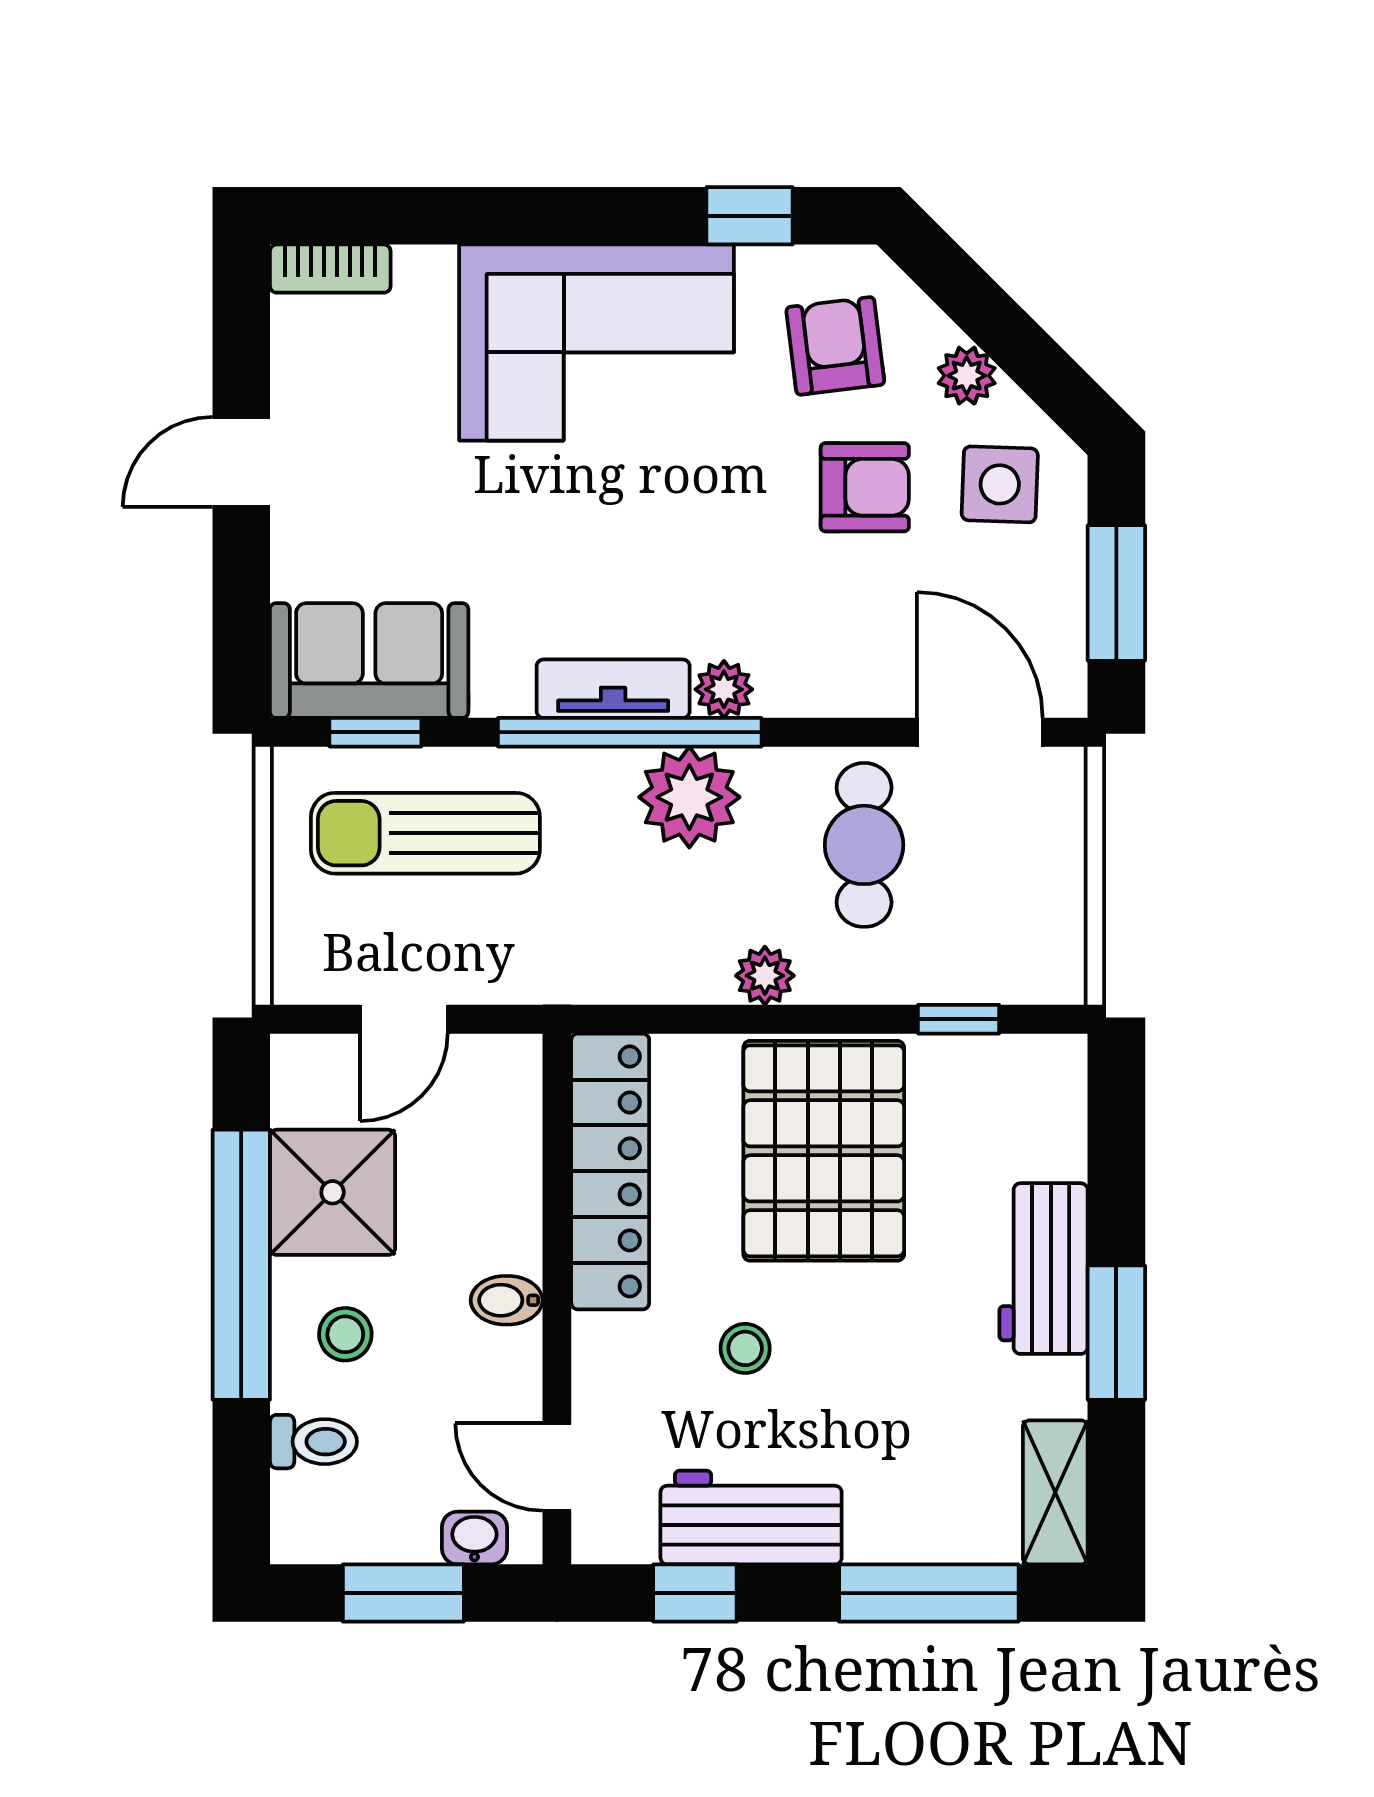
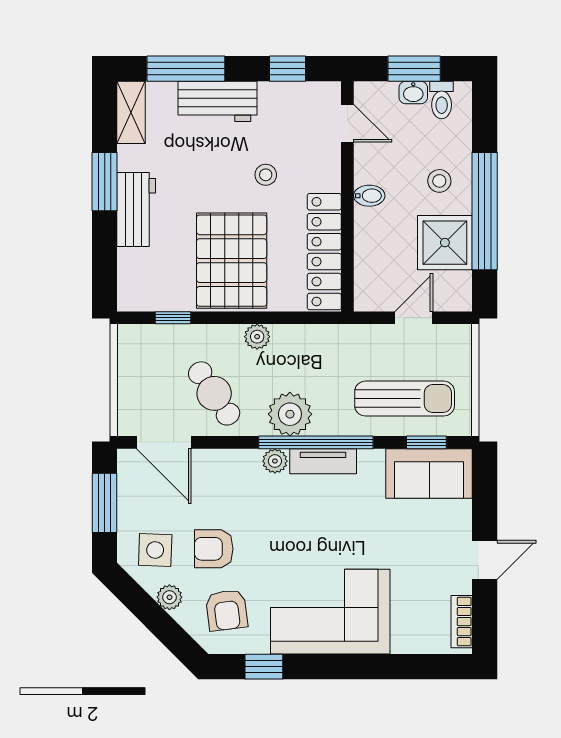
bookcase: (330, 269) -> (462, 622), moved, turned -90
cafe table: (864, 845) -> (214, 393), turned -34
toilet: (313, 1442) -> (442, 100), moved, turned -90
workbench: (751, 1518) -> (218, 101), moved
washbasin: (474, 1538) -> (413, 92), moved

